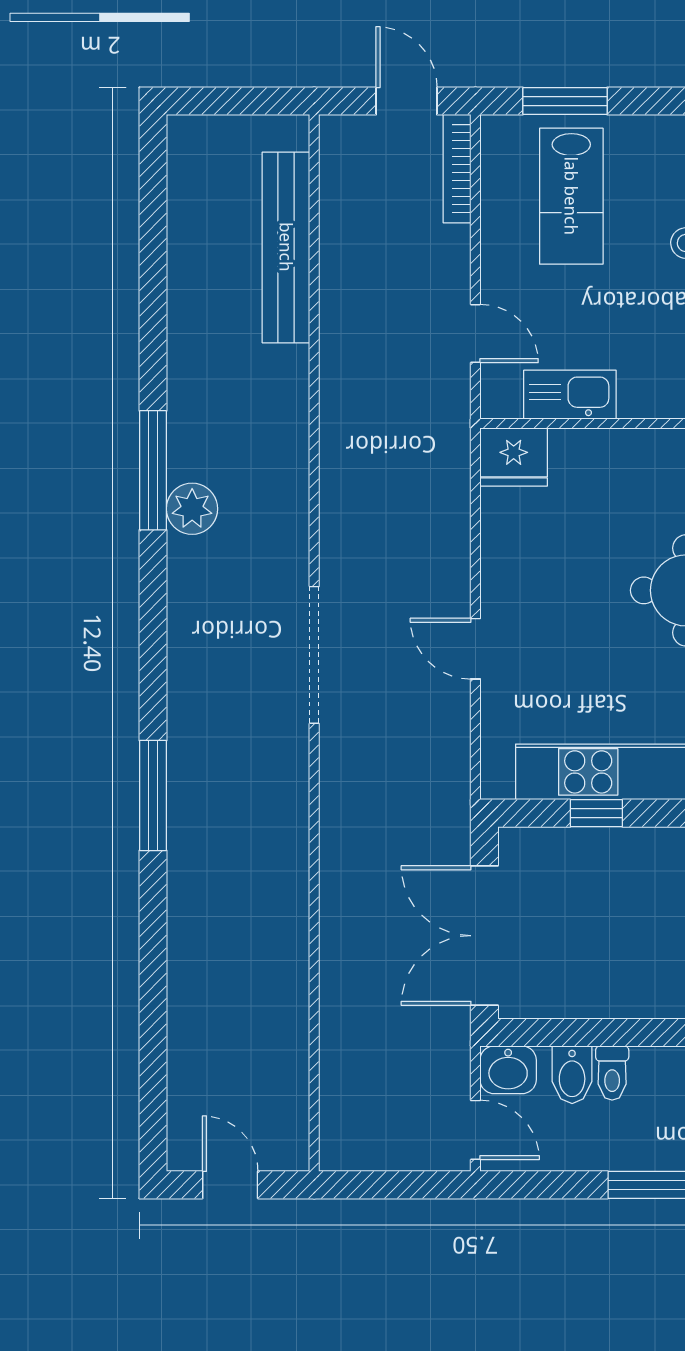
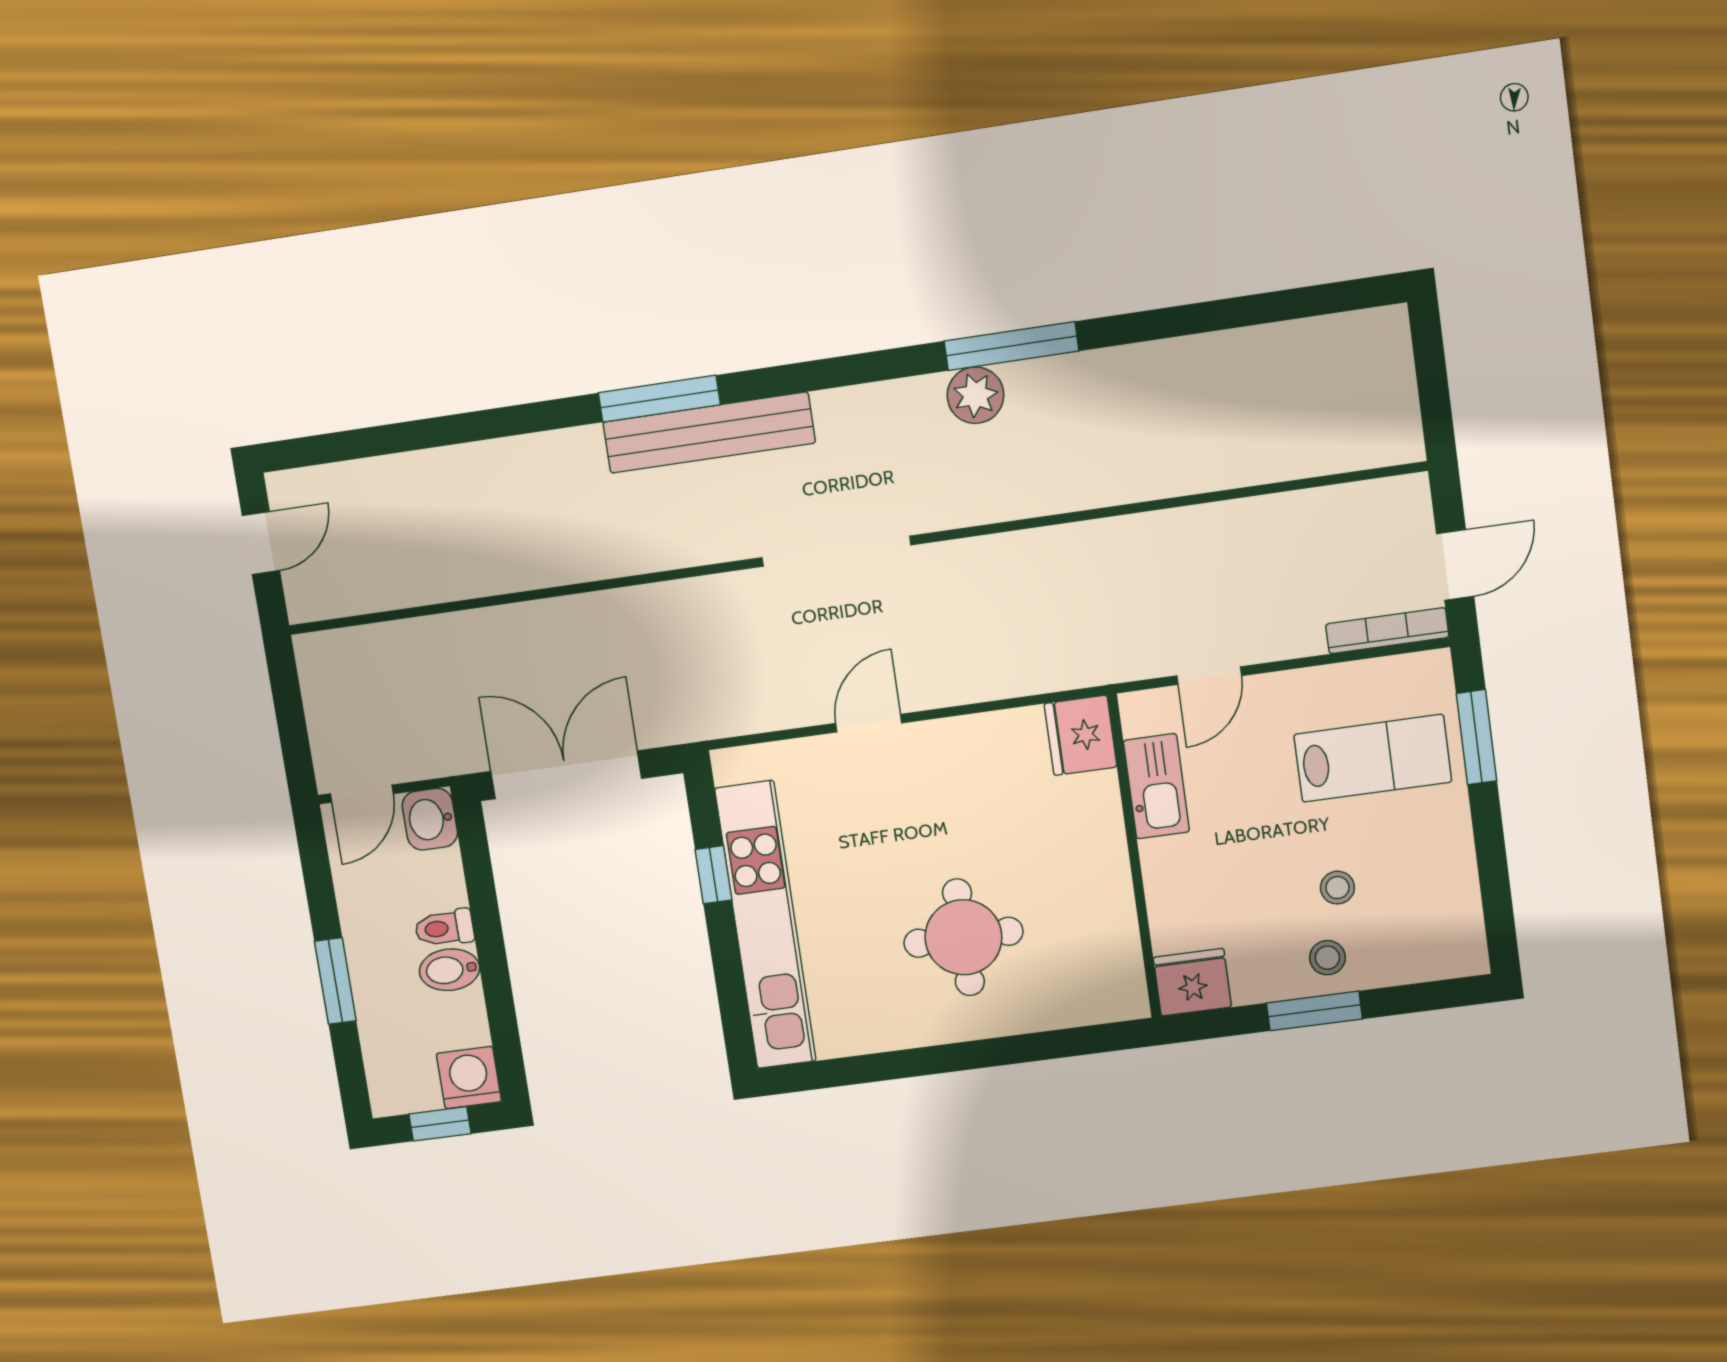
lab bench: (571, 196) -> (1373, 758), turned 180
bench: (286, 247) -> (709, 433), moved
bidet: (572, 1075) -> (449, 970), moved

